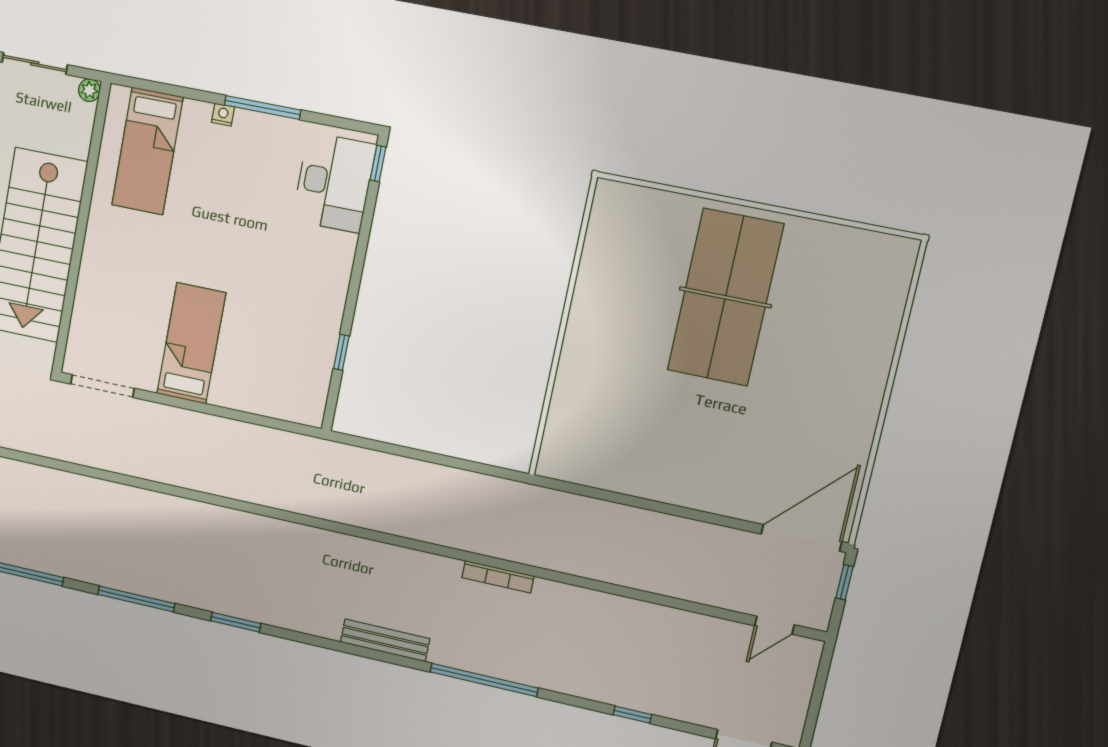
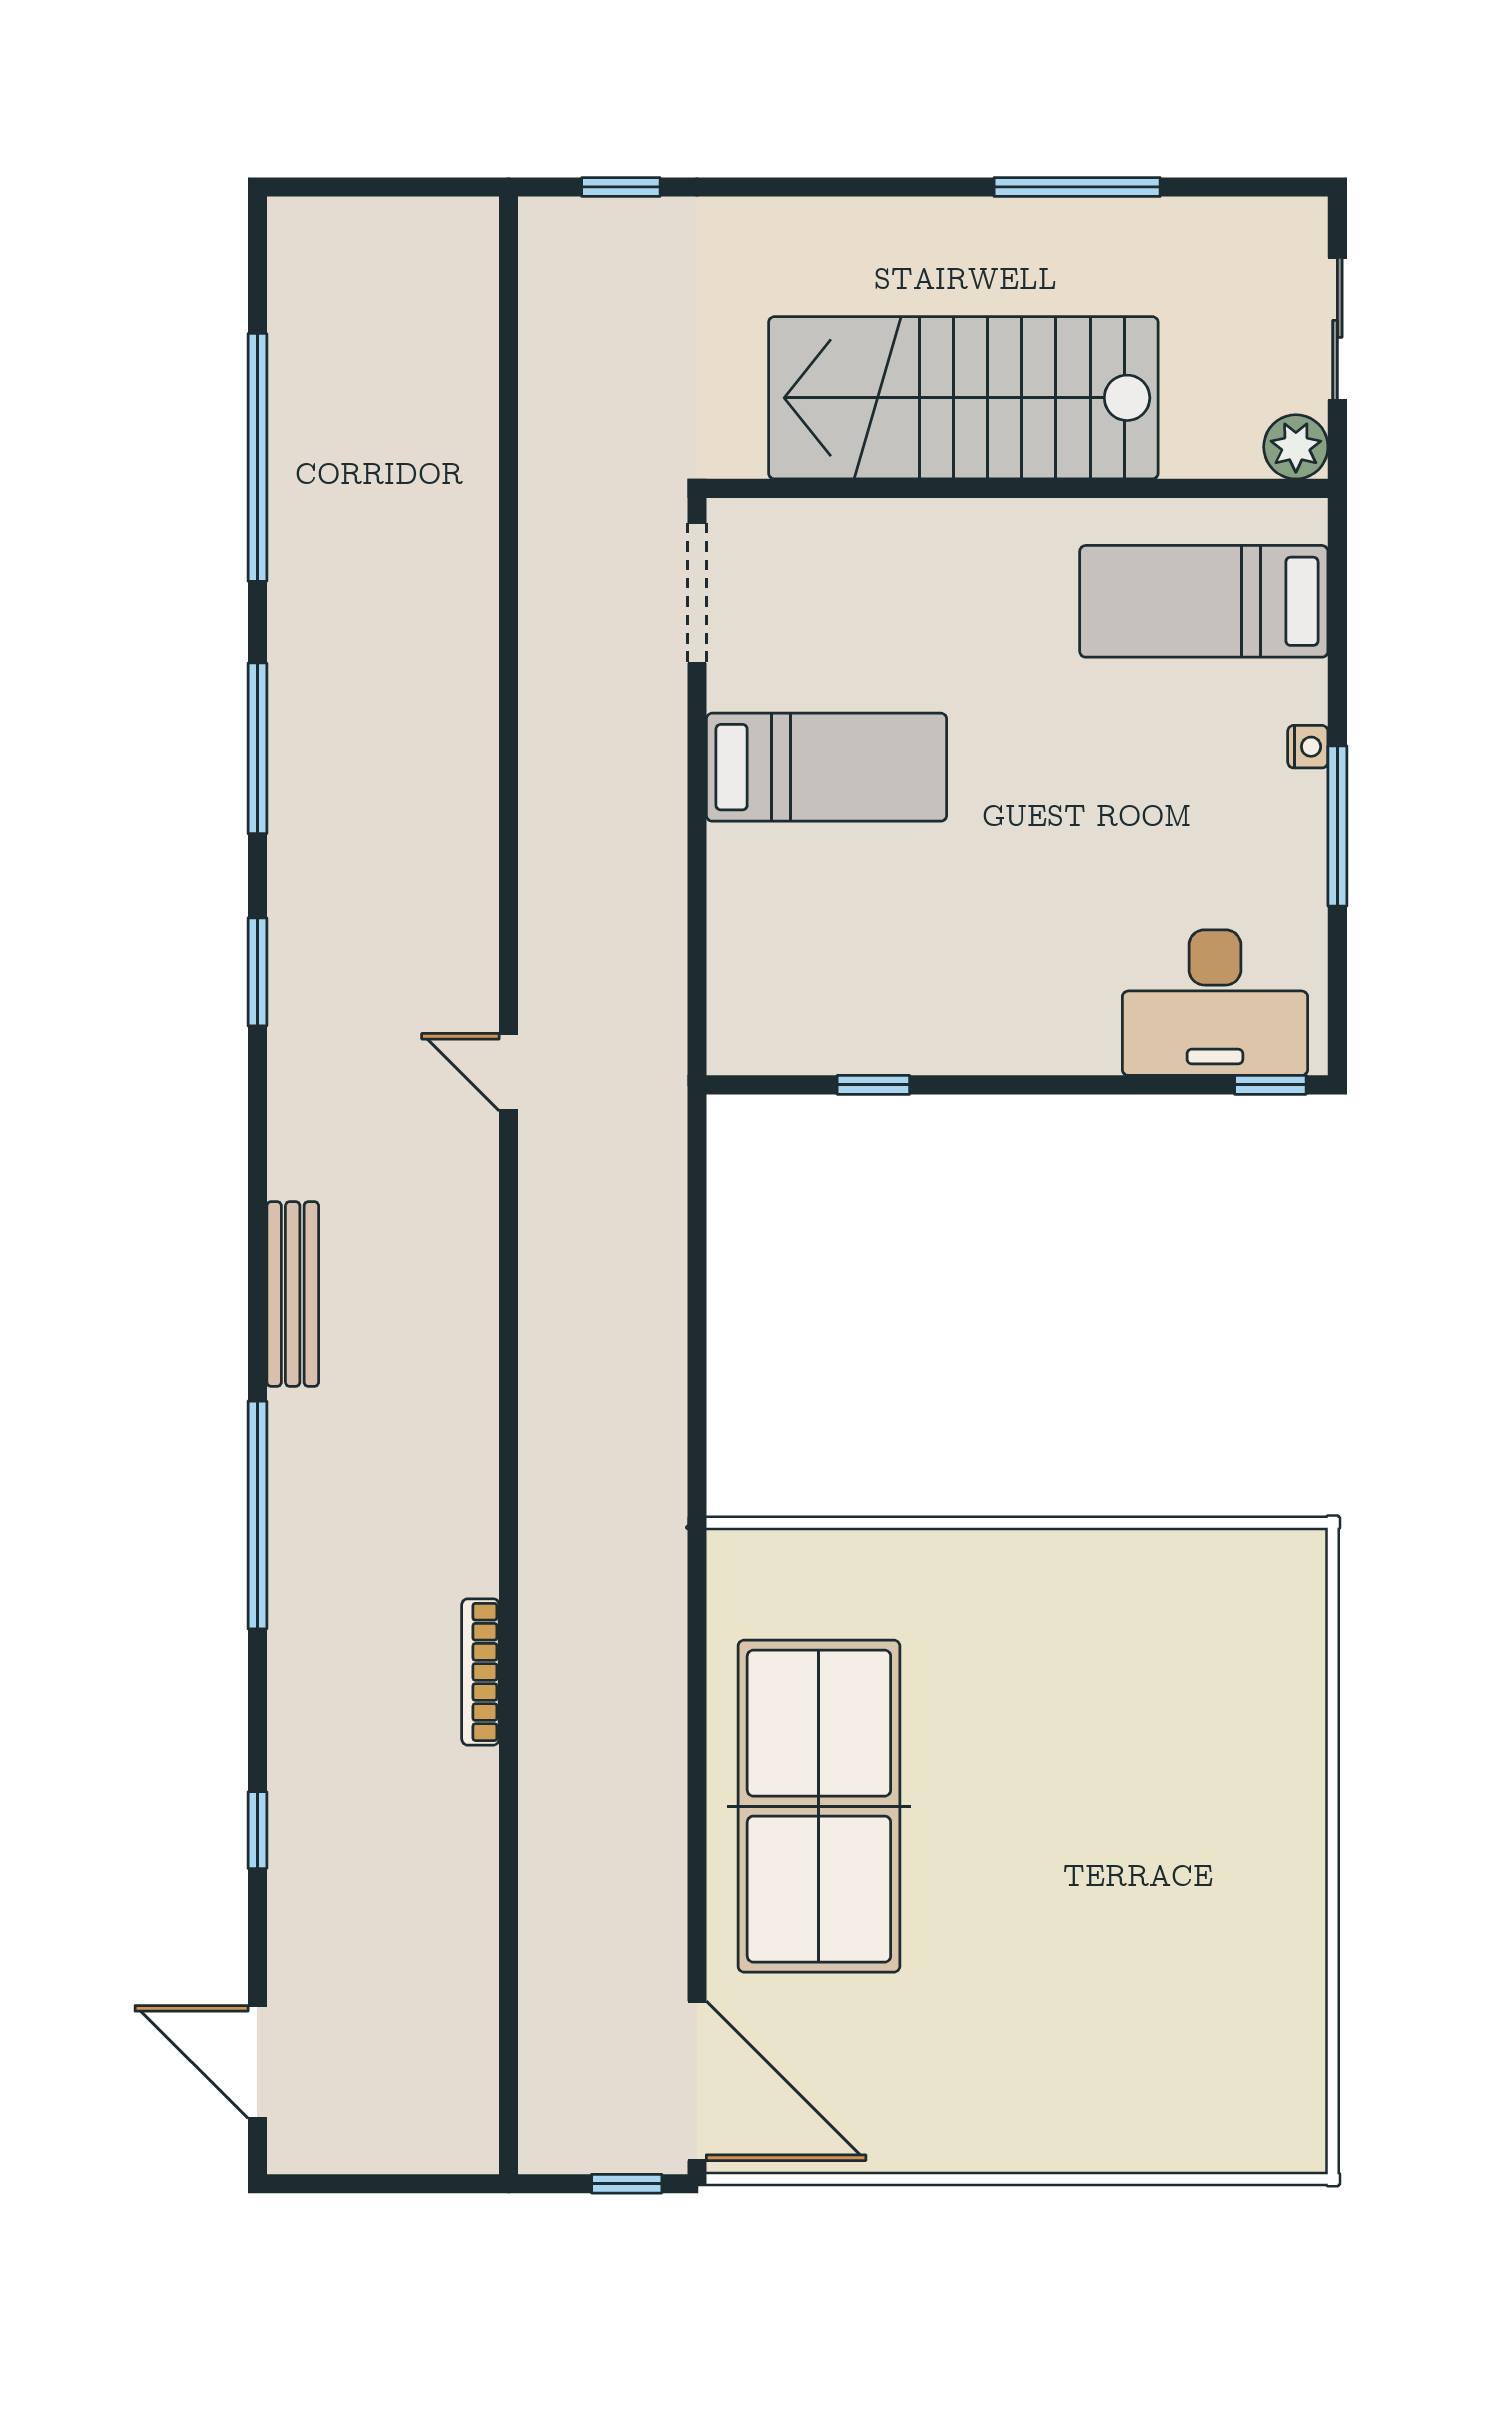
plant: (89, 90) -> (1296, 447), width x1.38, depth x1.38
table tennis table: (725, 297) -> (819, 1806), moved, turned 90
bookcase: (498, 577) -> (480, 1672), moved
door: (774, 625) -> (509, 1072), moved

